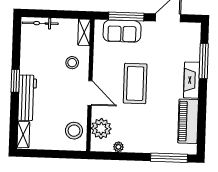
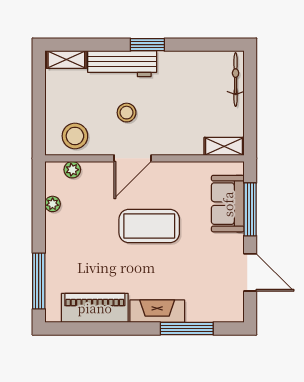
stool: (72, 63) -> (127, 113), moved
plant: (101, 128) -> (72, 170), width x0.53, depth x0.53

